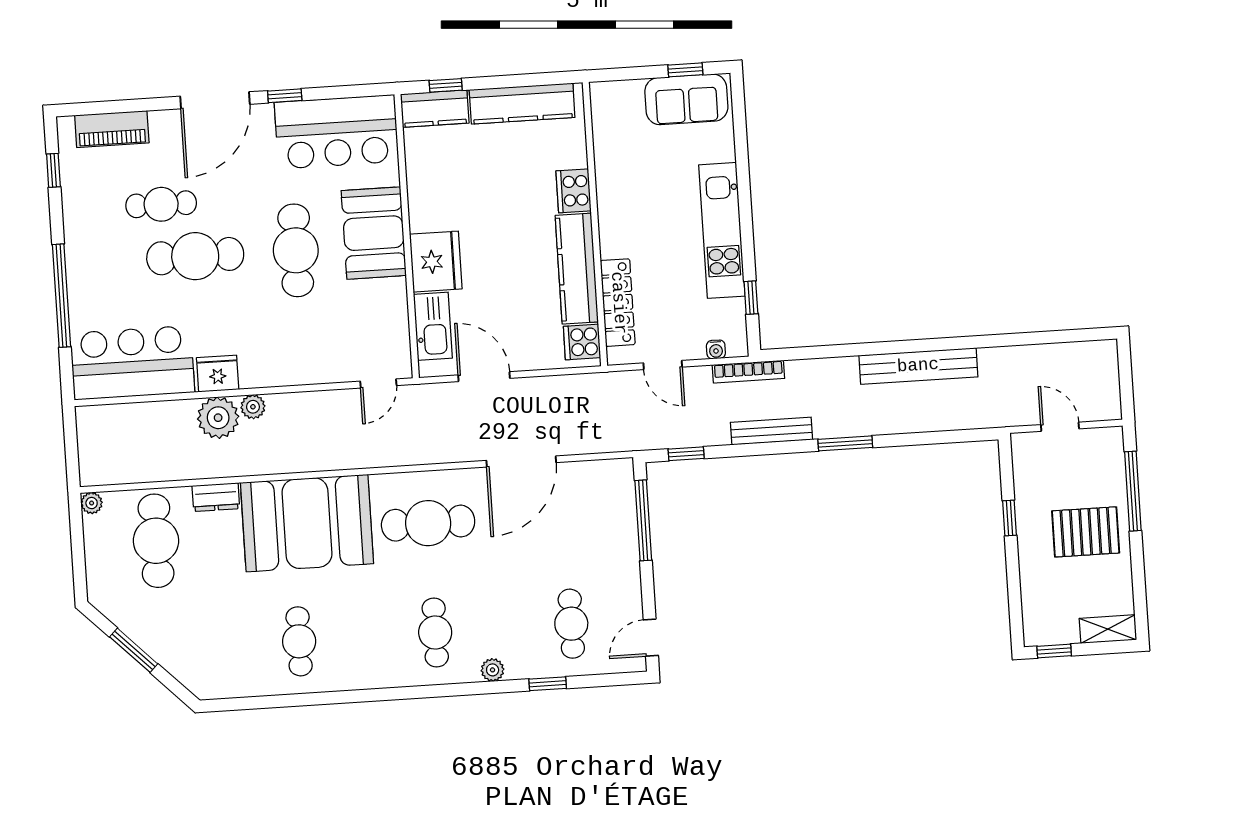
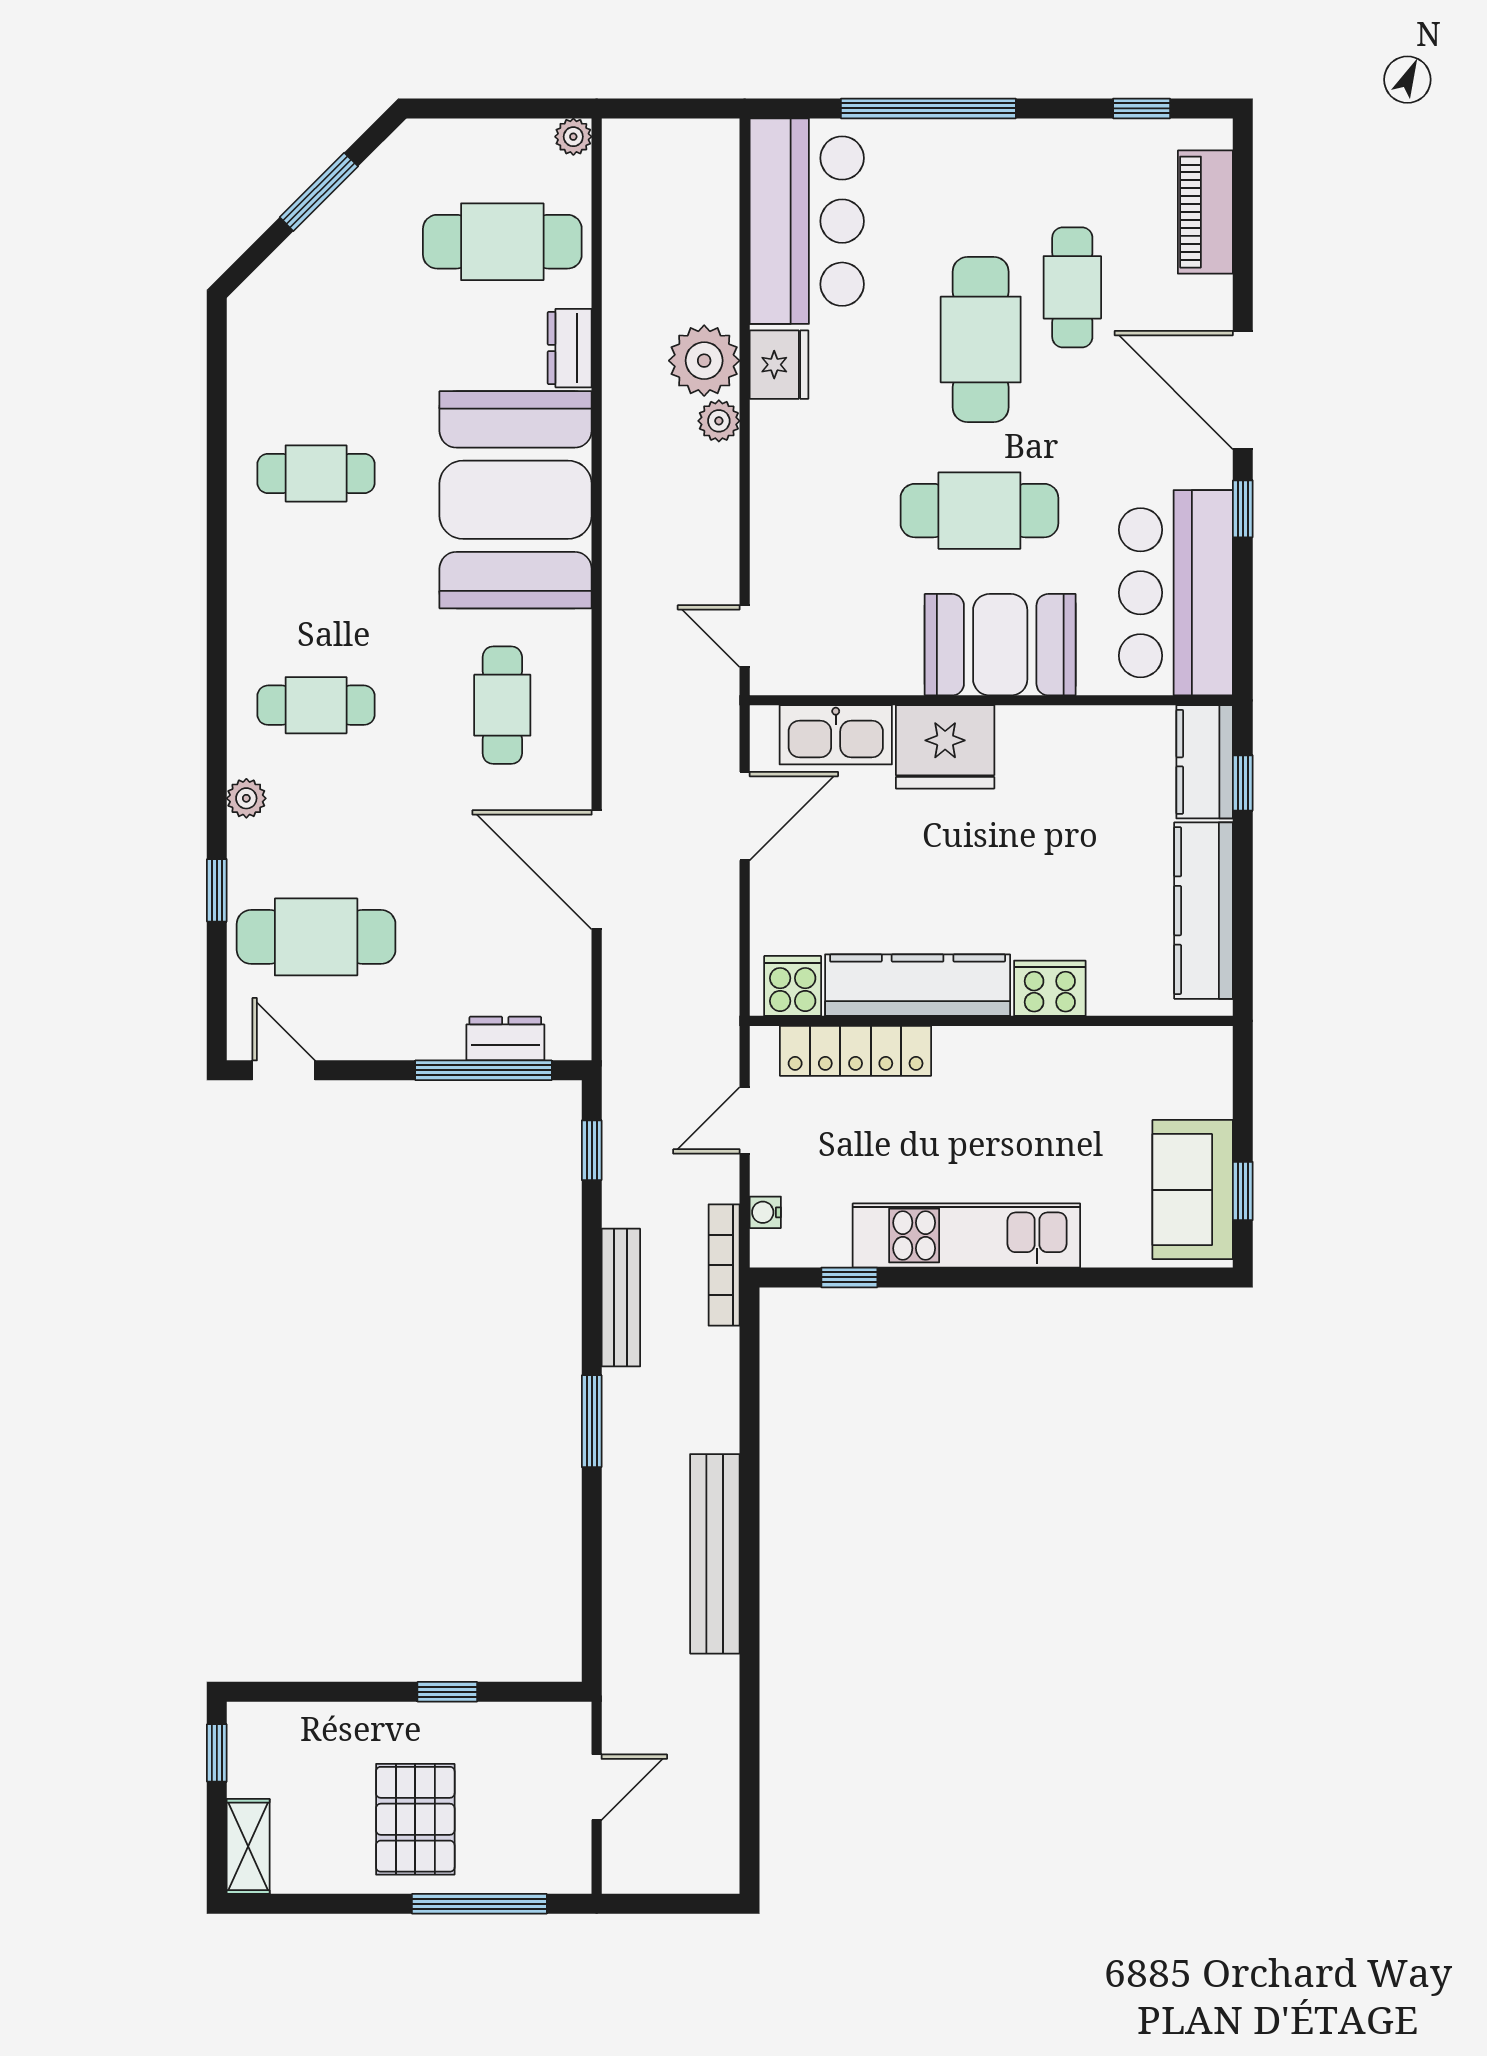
dresser: (624, 509) -> (505, 1038), added
cafe table: (428, 523) -> (502, 705), width x0.73, depth x0.74
cafe table: (571, 624) -> (316, 937), width x1.37, depth x1.35

